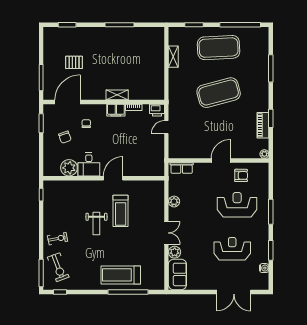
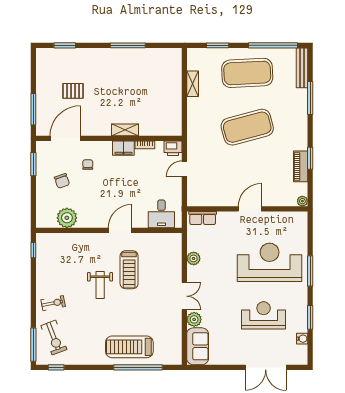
bench: (264, 43) -> (302, 68), added
desk: (89, 165) -> (161, 214), moved
armchair: (241, 175) -> (274, 227), removed
reception desk: (237, 205) -> (270, 262), width x1.36, depth x1.30

